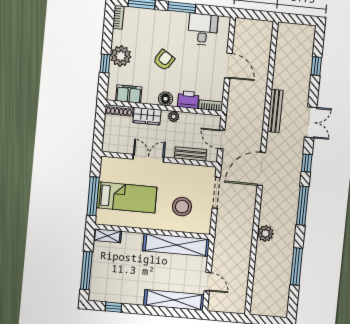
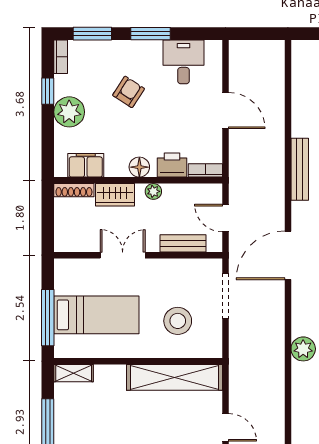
armchair: (164, 60) -> (129, 92), moved
window: (105, 63) -> (48, 91), moved

